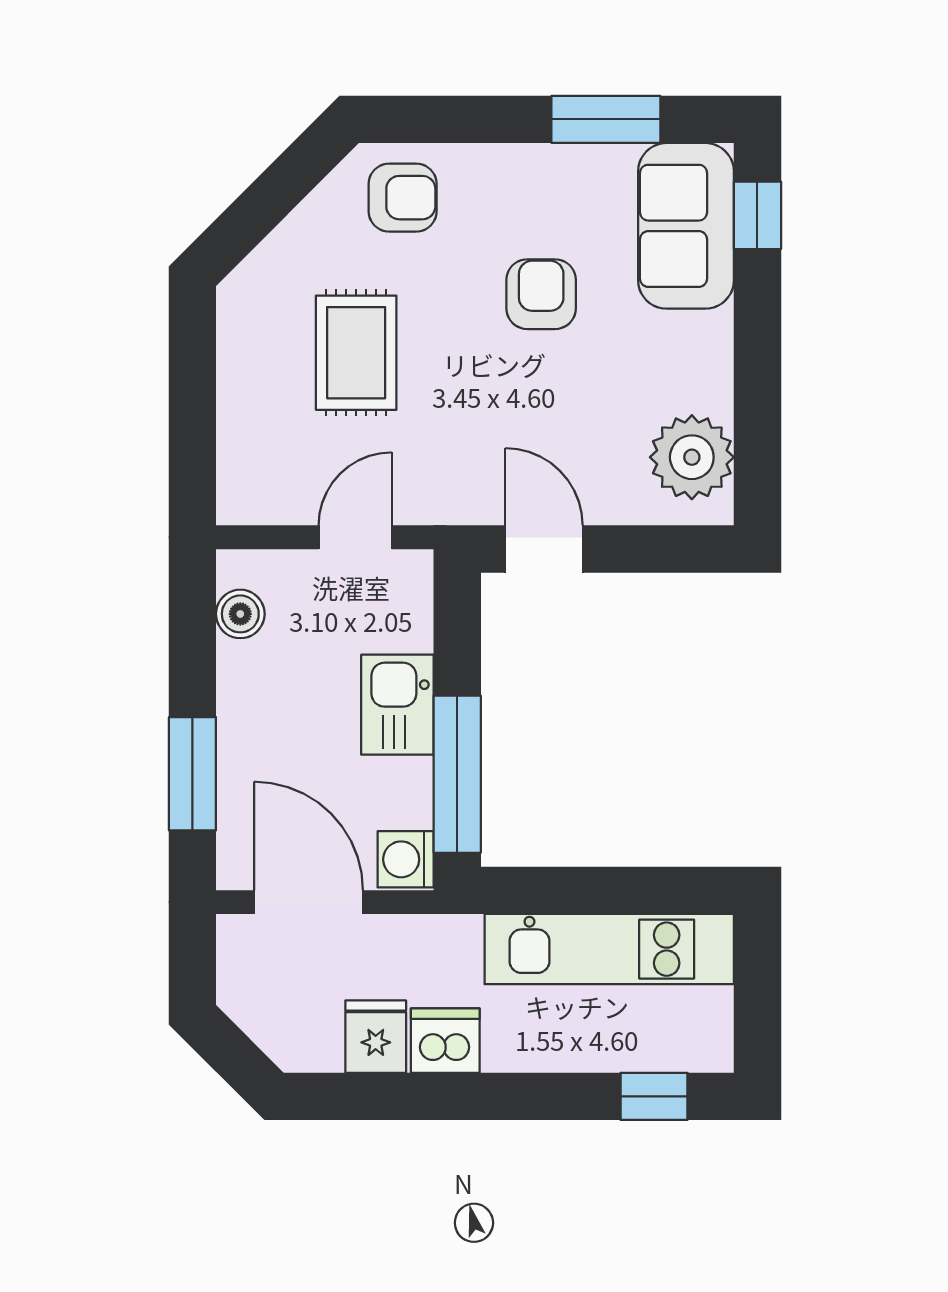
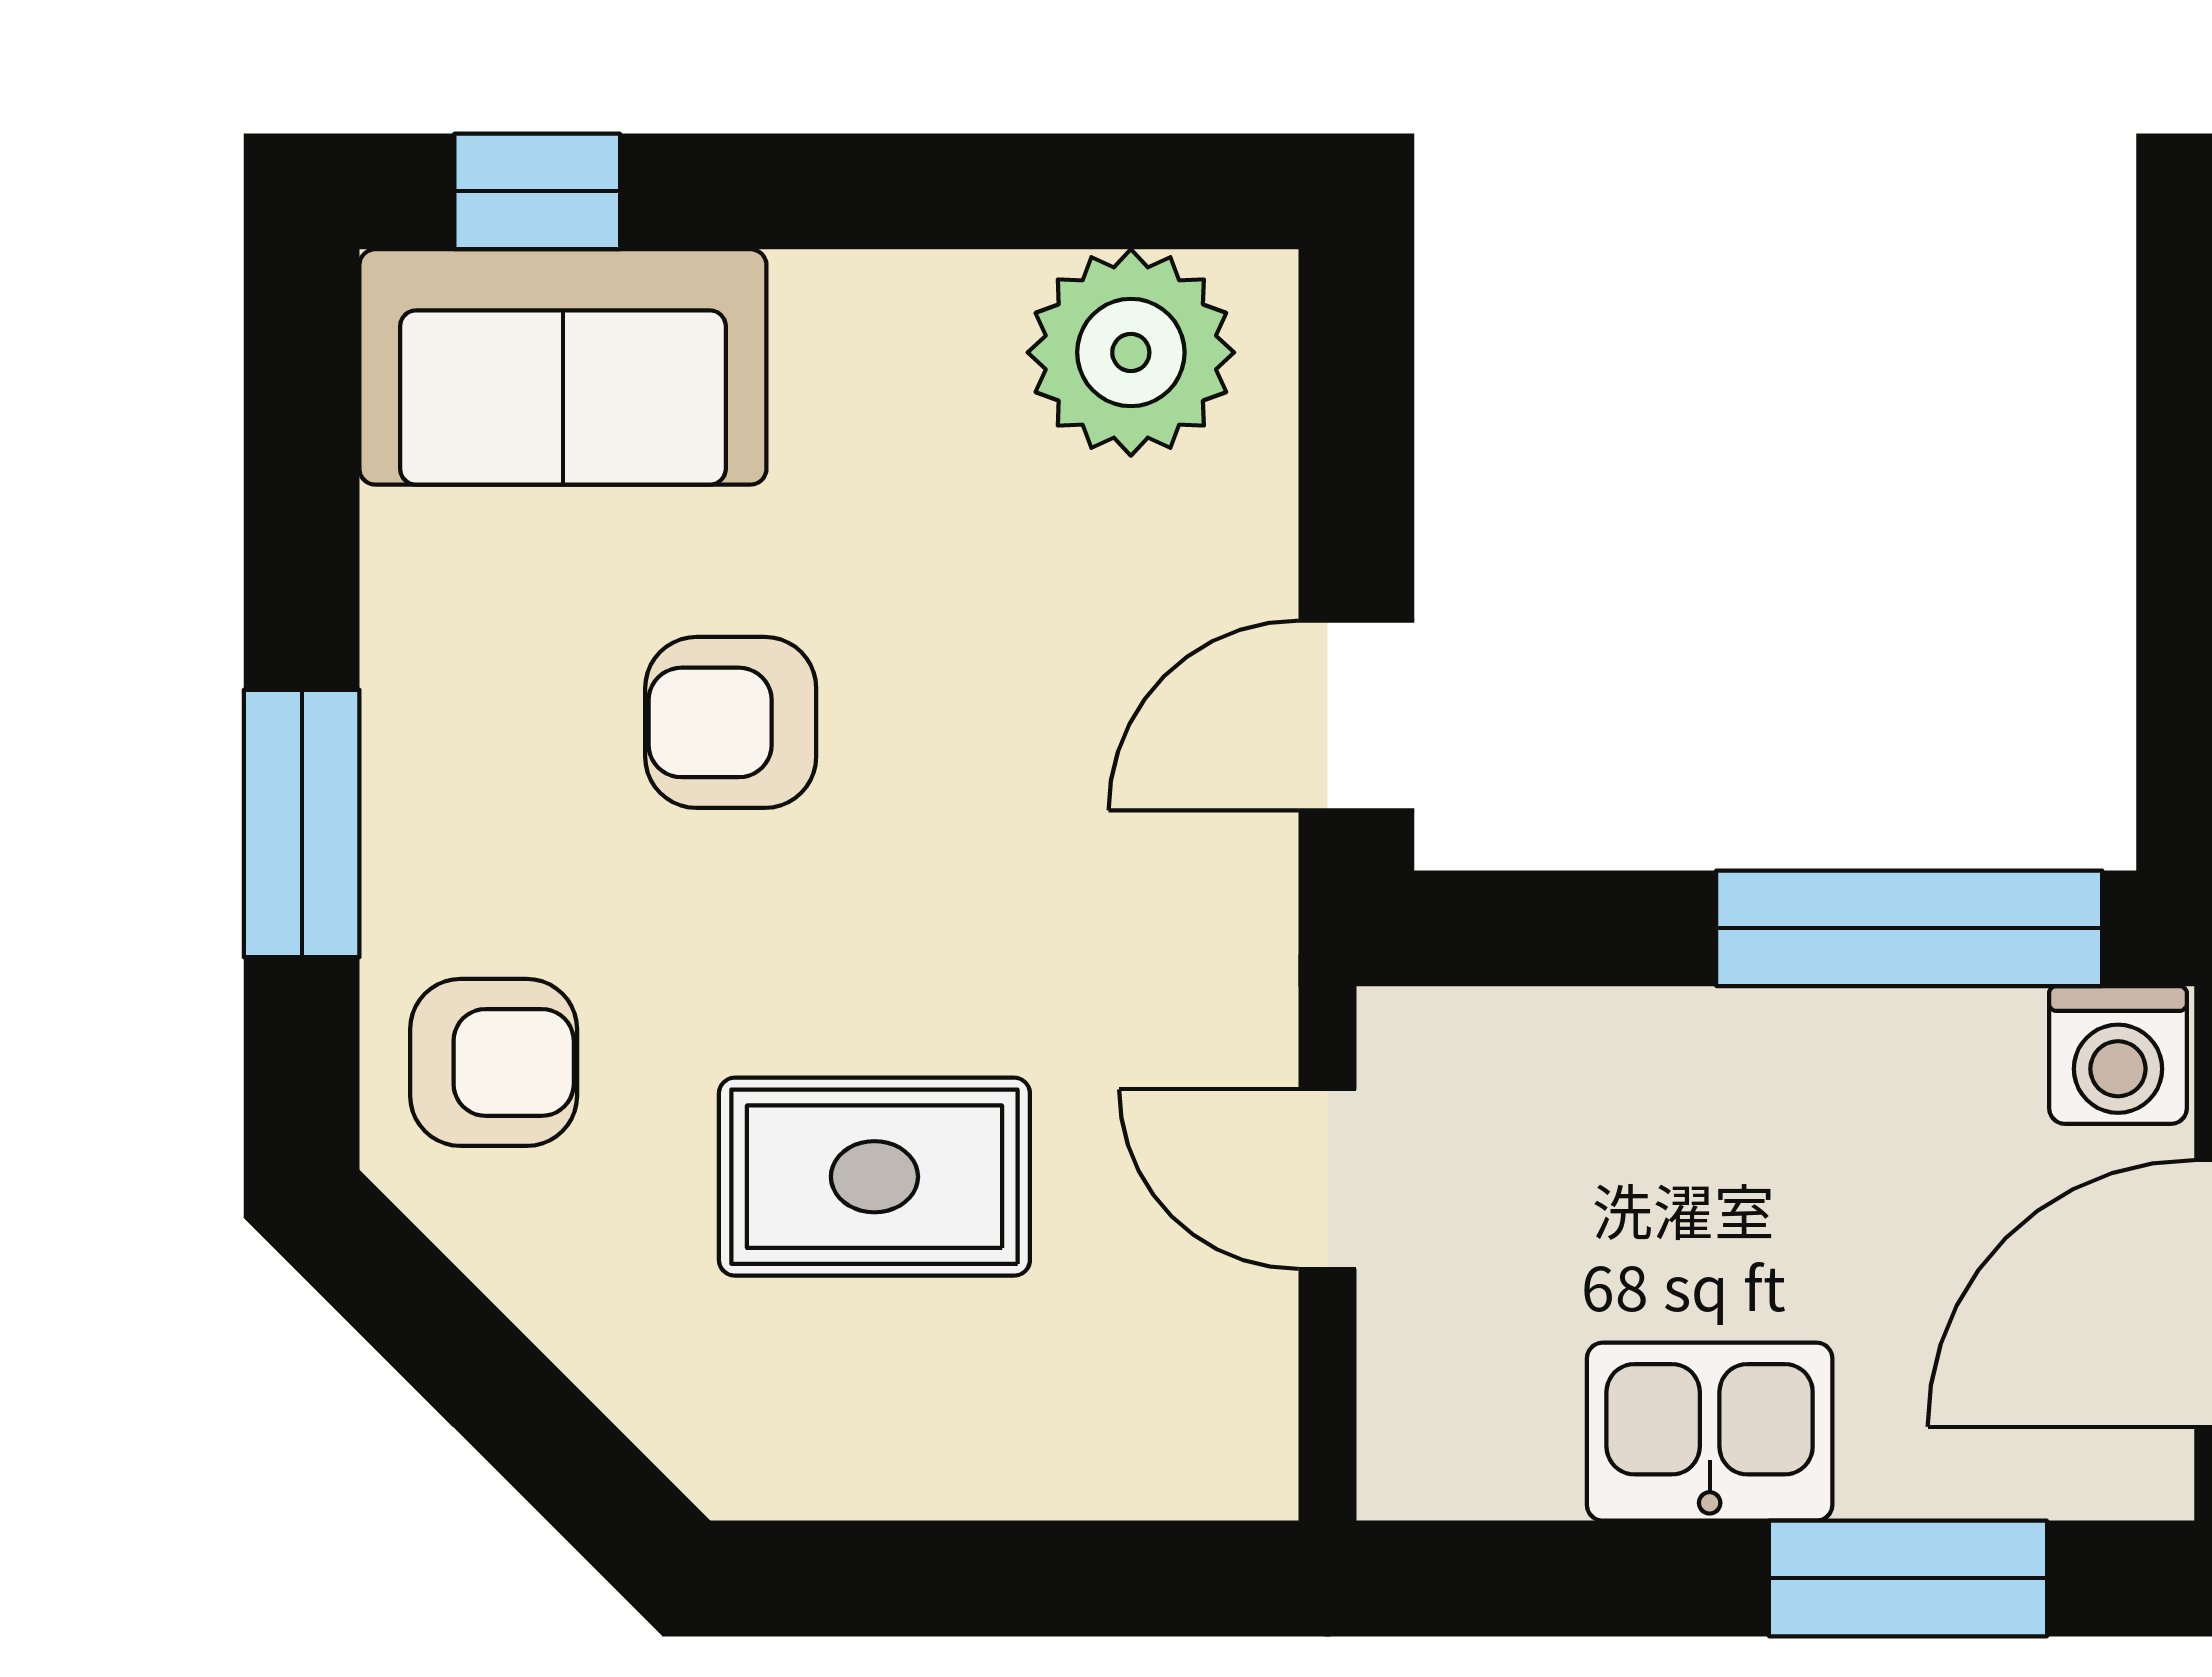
window: (606, 119) -> (302, 824), moved
armchair: (403, 198) -> (494, 1062), turned 90
boiler: (240, 614) -> (1516, 1461), removed
kitchen sink: (397, 705) -> (1710, 1432), moved, turned 180

